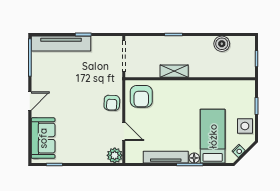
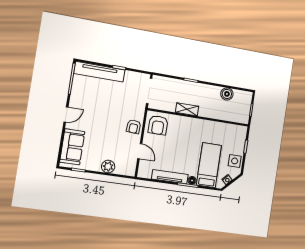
plant: (115, 155) -> (108, 167), moved

